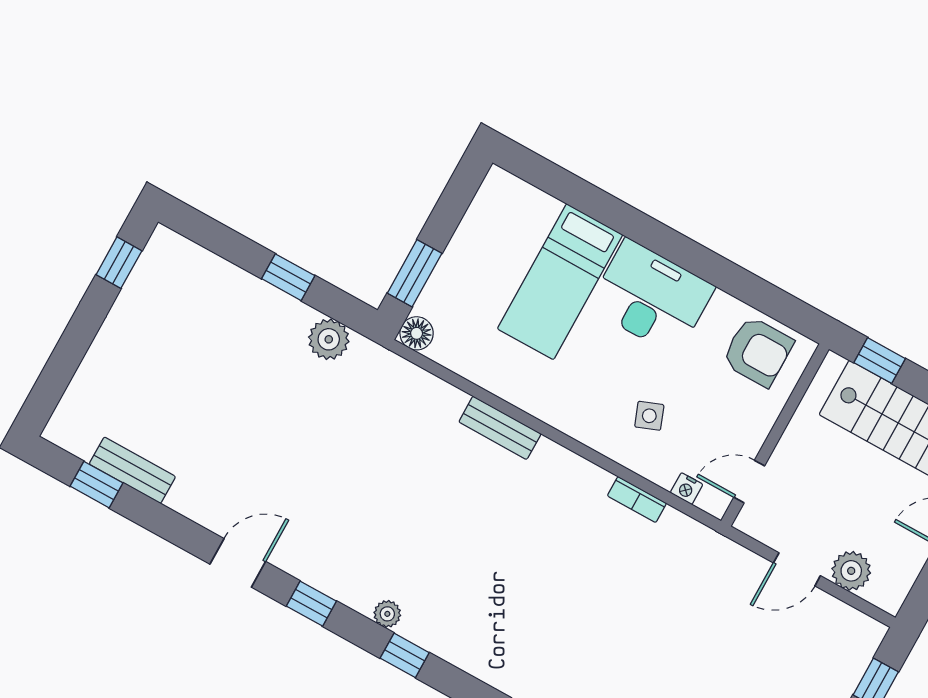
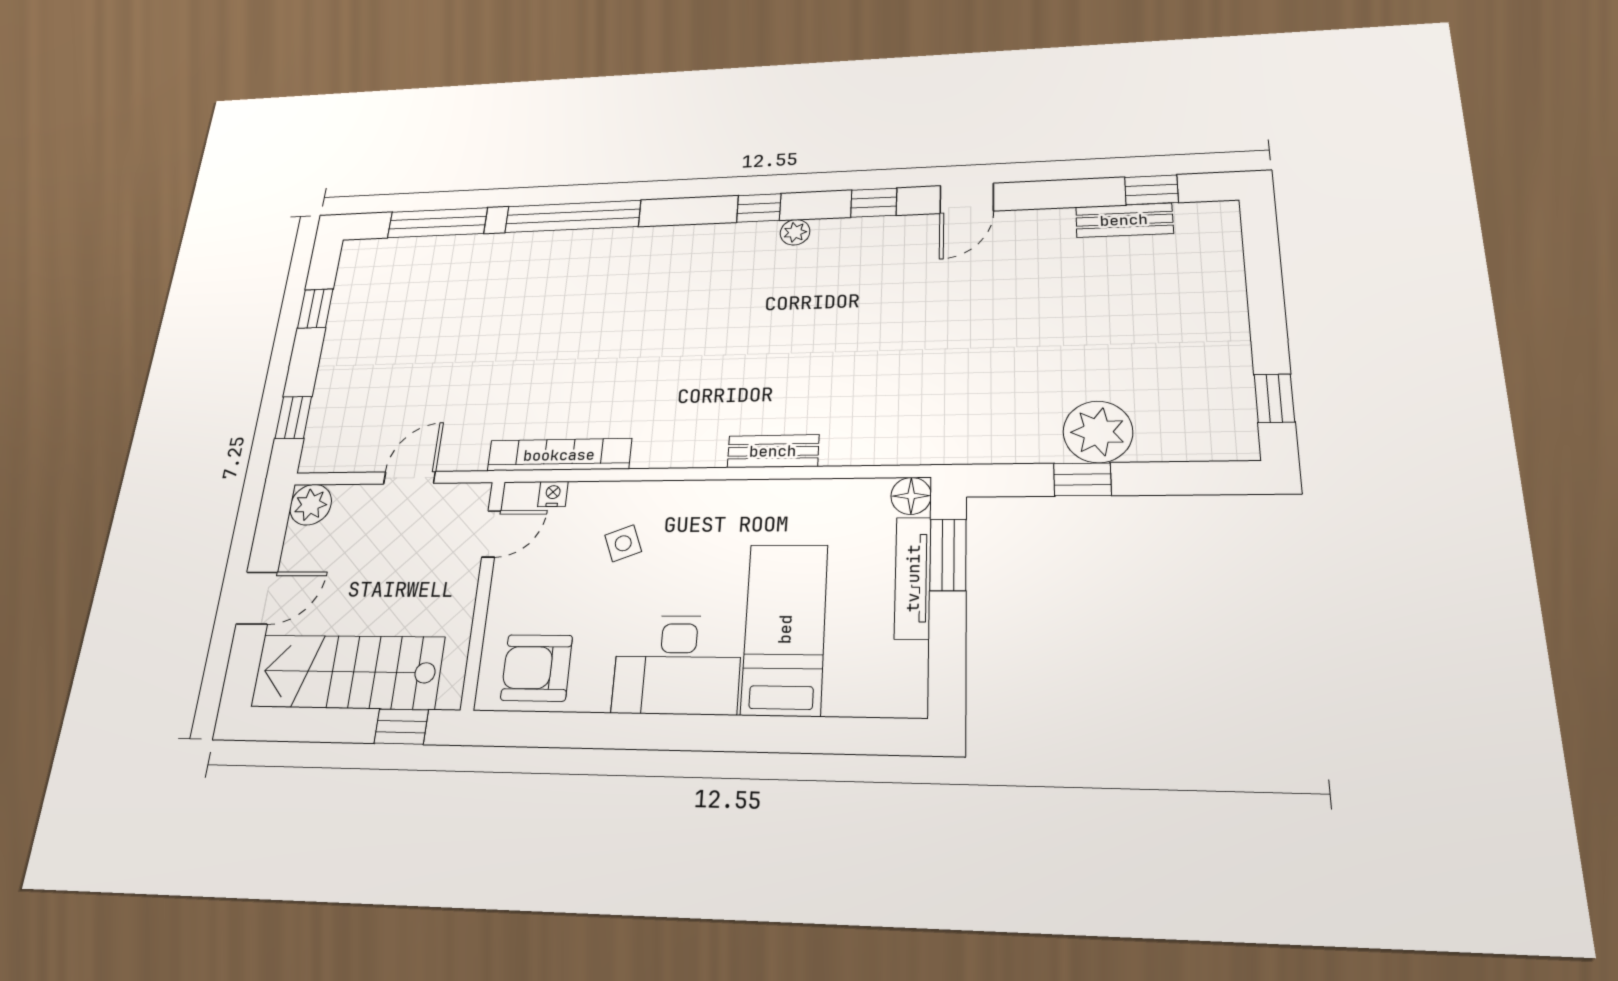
tv unit: (449, 270) -> (913, 578), added
plant: (329, 339) -> (1098, 432), moved, width x1.36, depth x1.36
bookcase: (637, 500) -> (559, 455), width x2.31, depth x1.31
plant: (851, 571) -> (311, 505), moved

